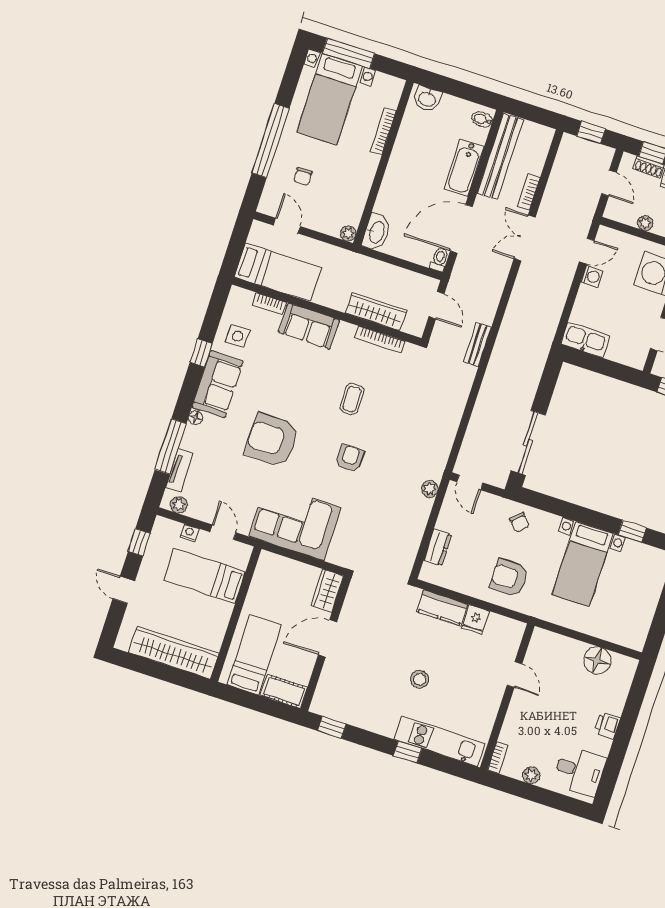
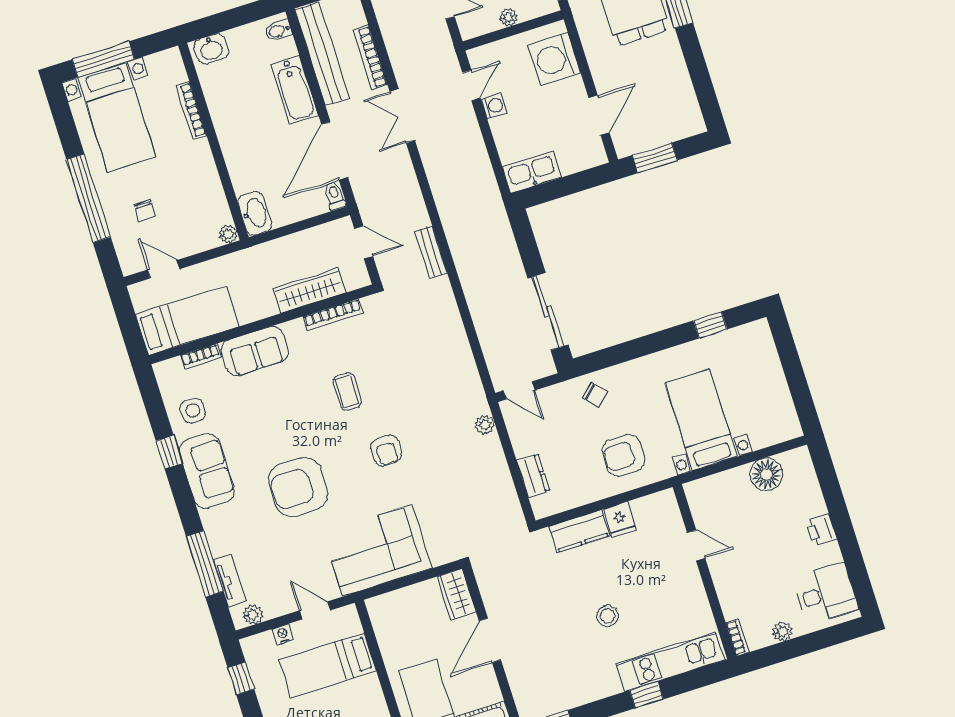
bookcase: (529, 192) -> (370, 58), width x1.56
floor lamp: (196, 418) -> (209, 519), removed
armchair: (350, 458) -> (386, 451), turned 180
bed with nightstands: (582, 564) -> (701, 420), moved, turned 180

